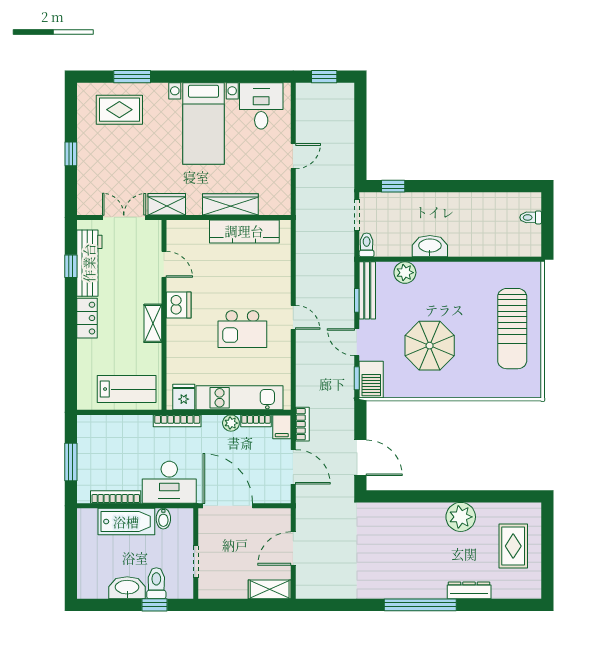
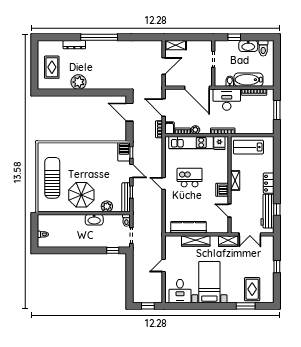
rug: (119, 110) -> (252, 289), turned 90
parasol: (430, 346) -> (81, 195), moved
toilet: (156, 583) -> (263, 48), moved

